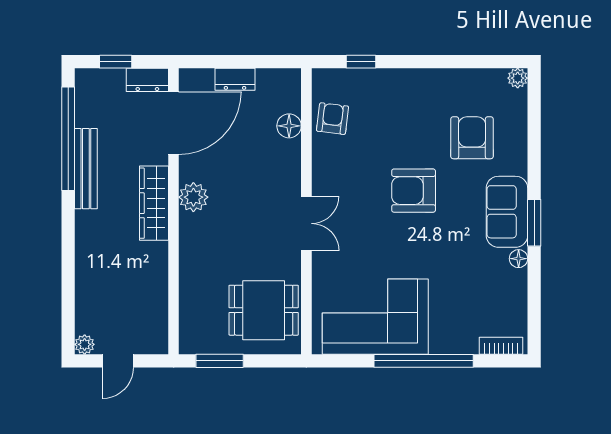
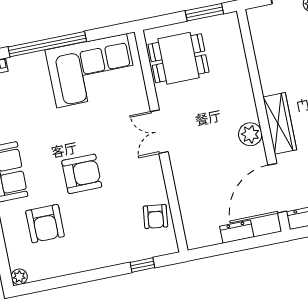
floor lamp: (289, 126) -> (188, 204), removed

